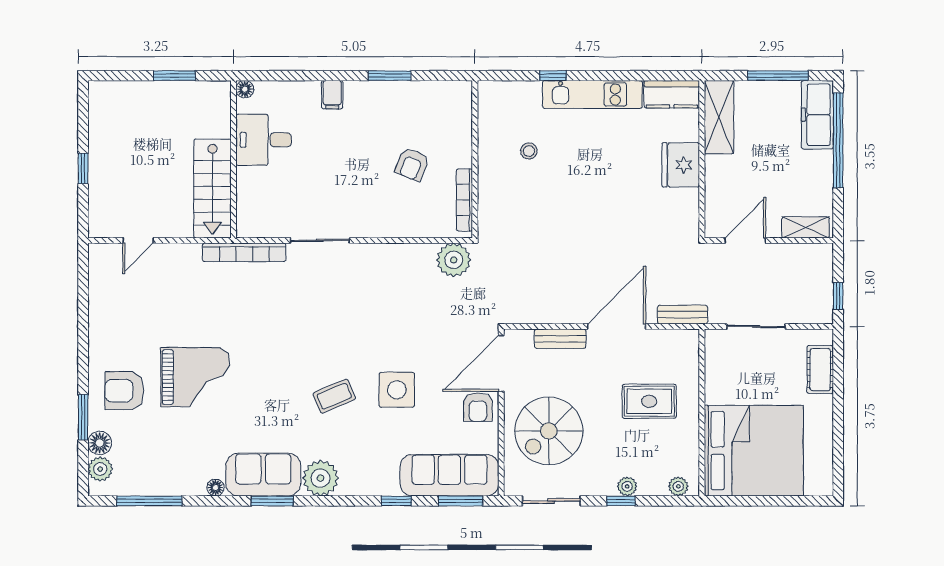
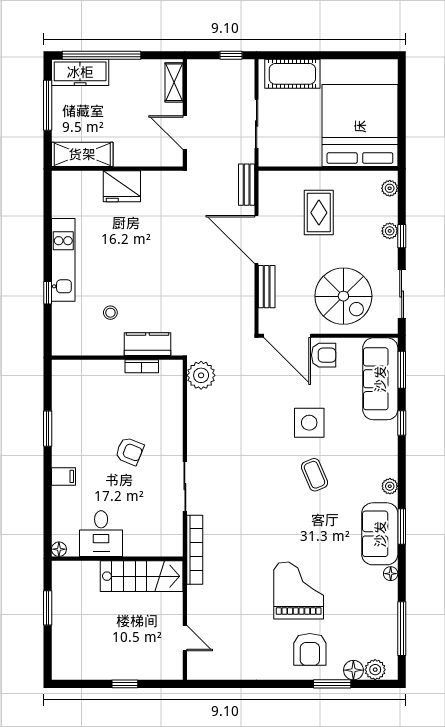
kitchen counter: (672, 94) -> (148, 344), moved, turned -90
armchair: (412, 164) -> (130, 451), moved
bookcase: (464, 200) -> (142, 366), width x0.64
cot: (820, 370) -> (292, 74), width x1.37, depth x1.34
plant: (320, 478) -> (390, 486), width x0.53, depth x0.53

